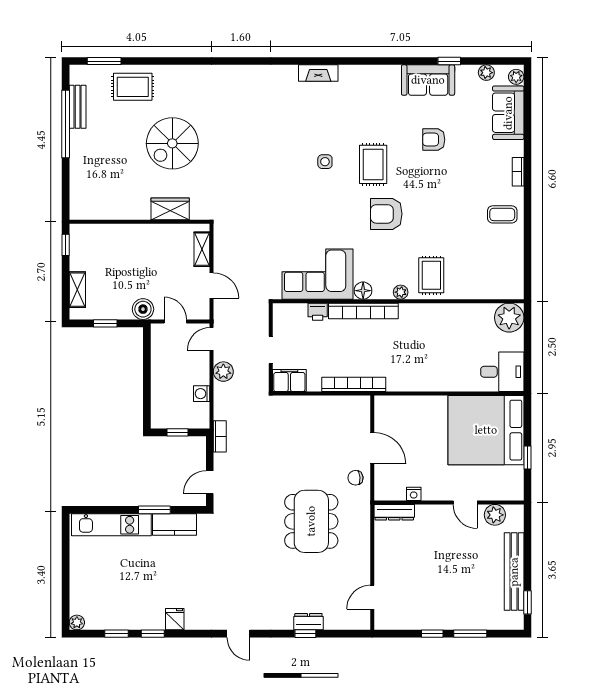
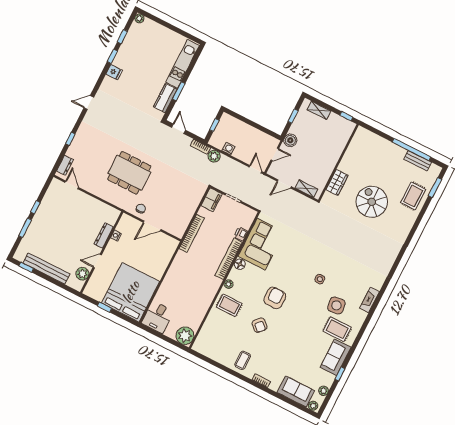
side table: (351, 117) -> (336, 305), added
armchair: (434, 140) -> (259, 325), moved, turned 133
rug: (373, 164) -> (337, 329), moved
plant: (223, 372) -> (214, 156), moved
dresser: (394, 512) -> (104, 235), moved
dresser: (308, 622) -> (65, 165), moved

